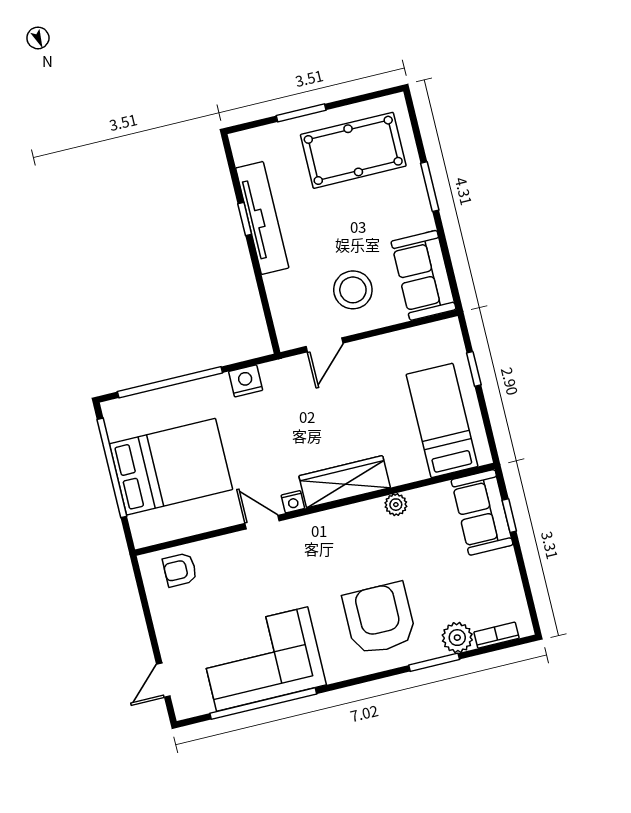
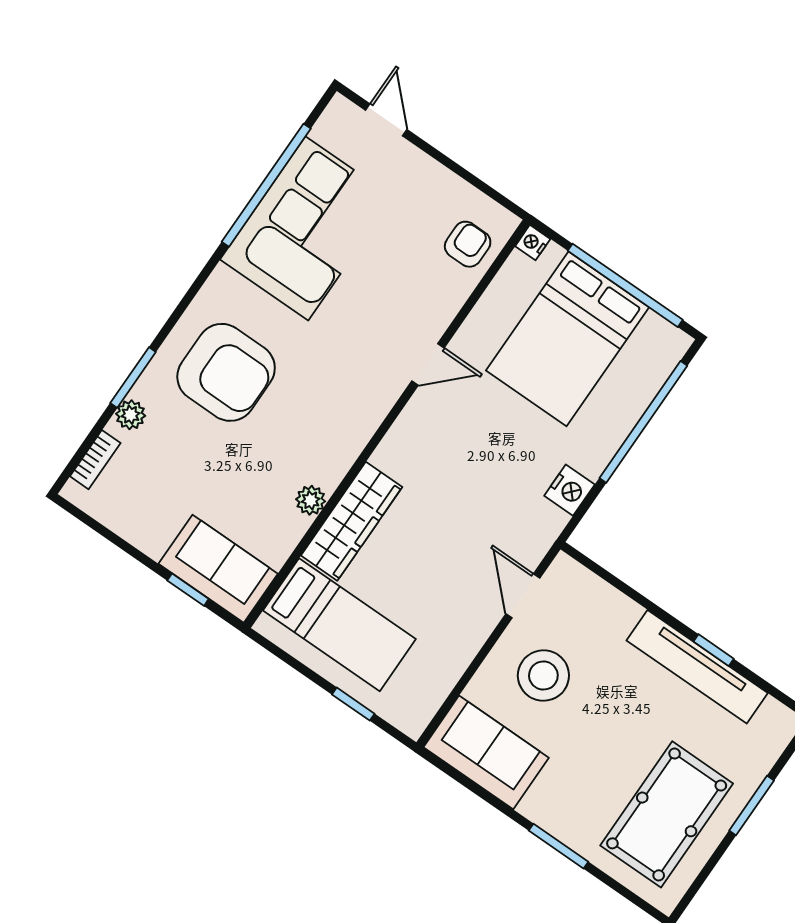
wardrobe: (345, 482) -> (352, 521), moved
nightstand: (293, 502) -> (533, 243), moved
plant: (457, 638) -> (131, 415), width x0.73, depth x0.73

